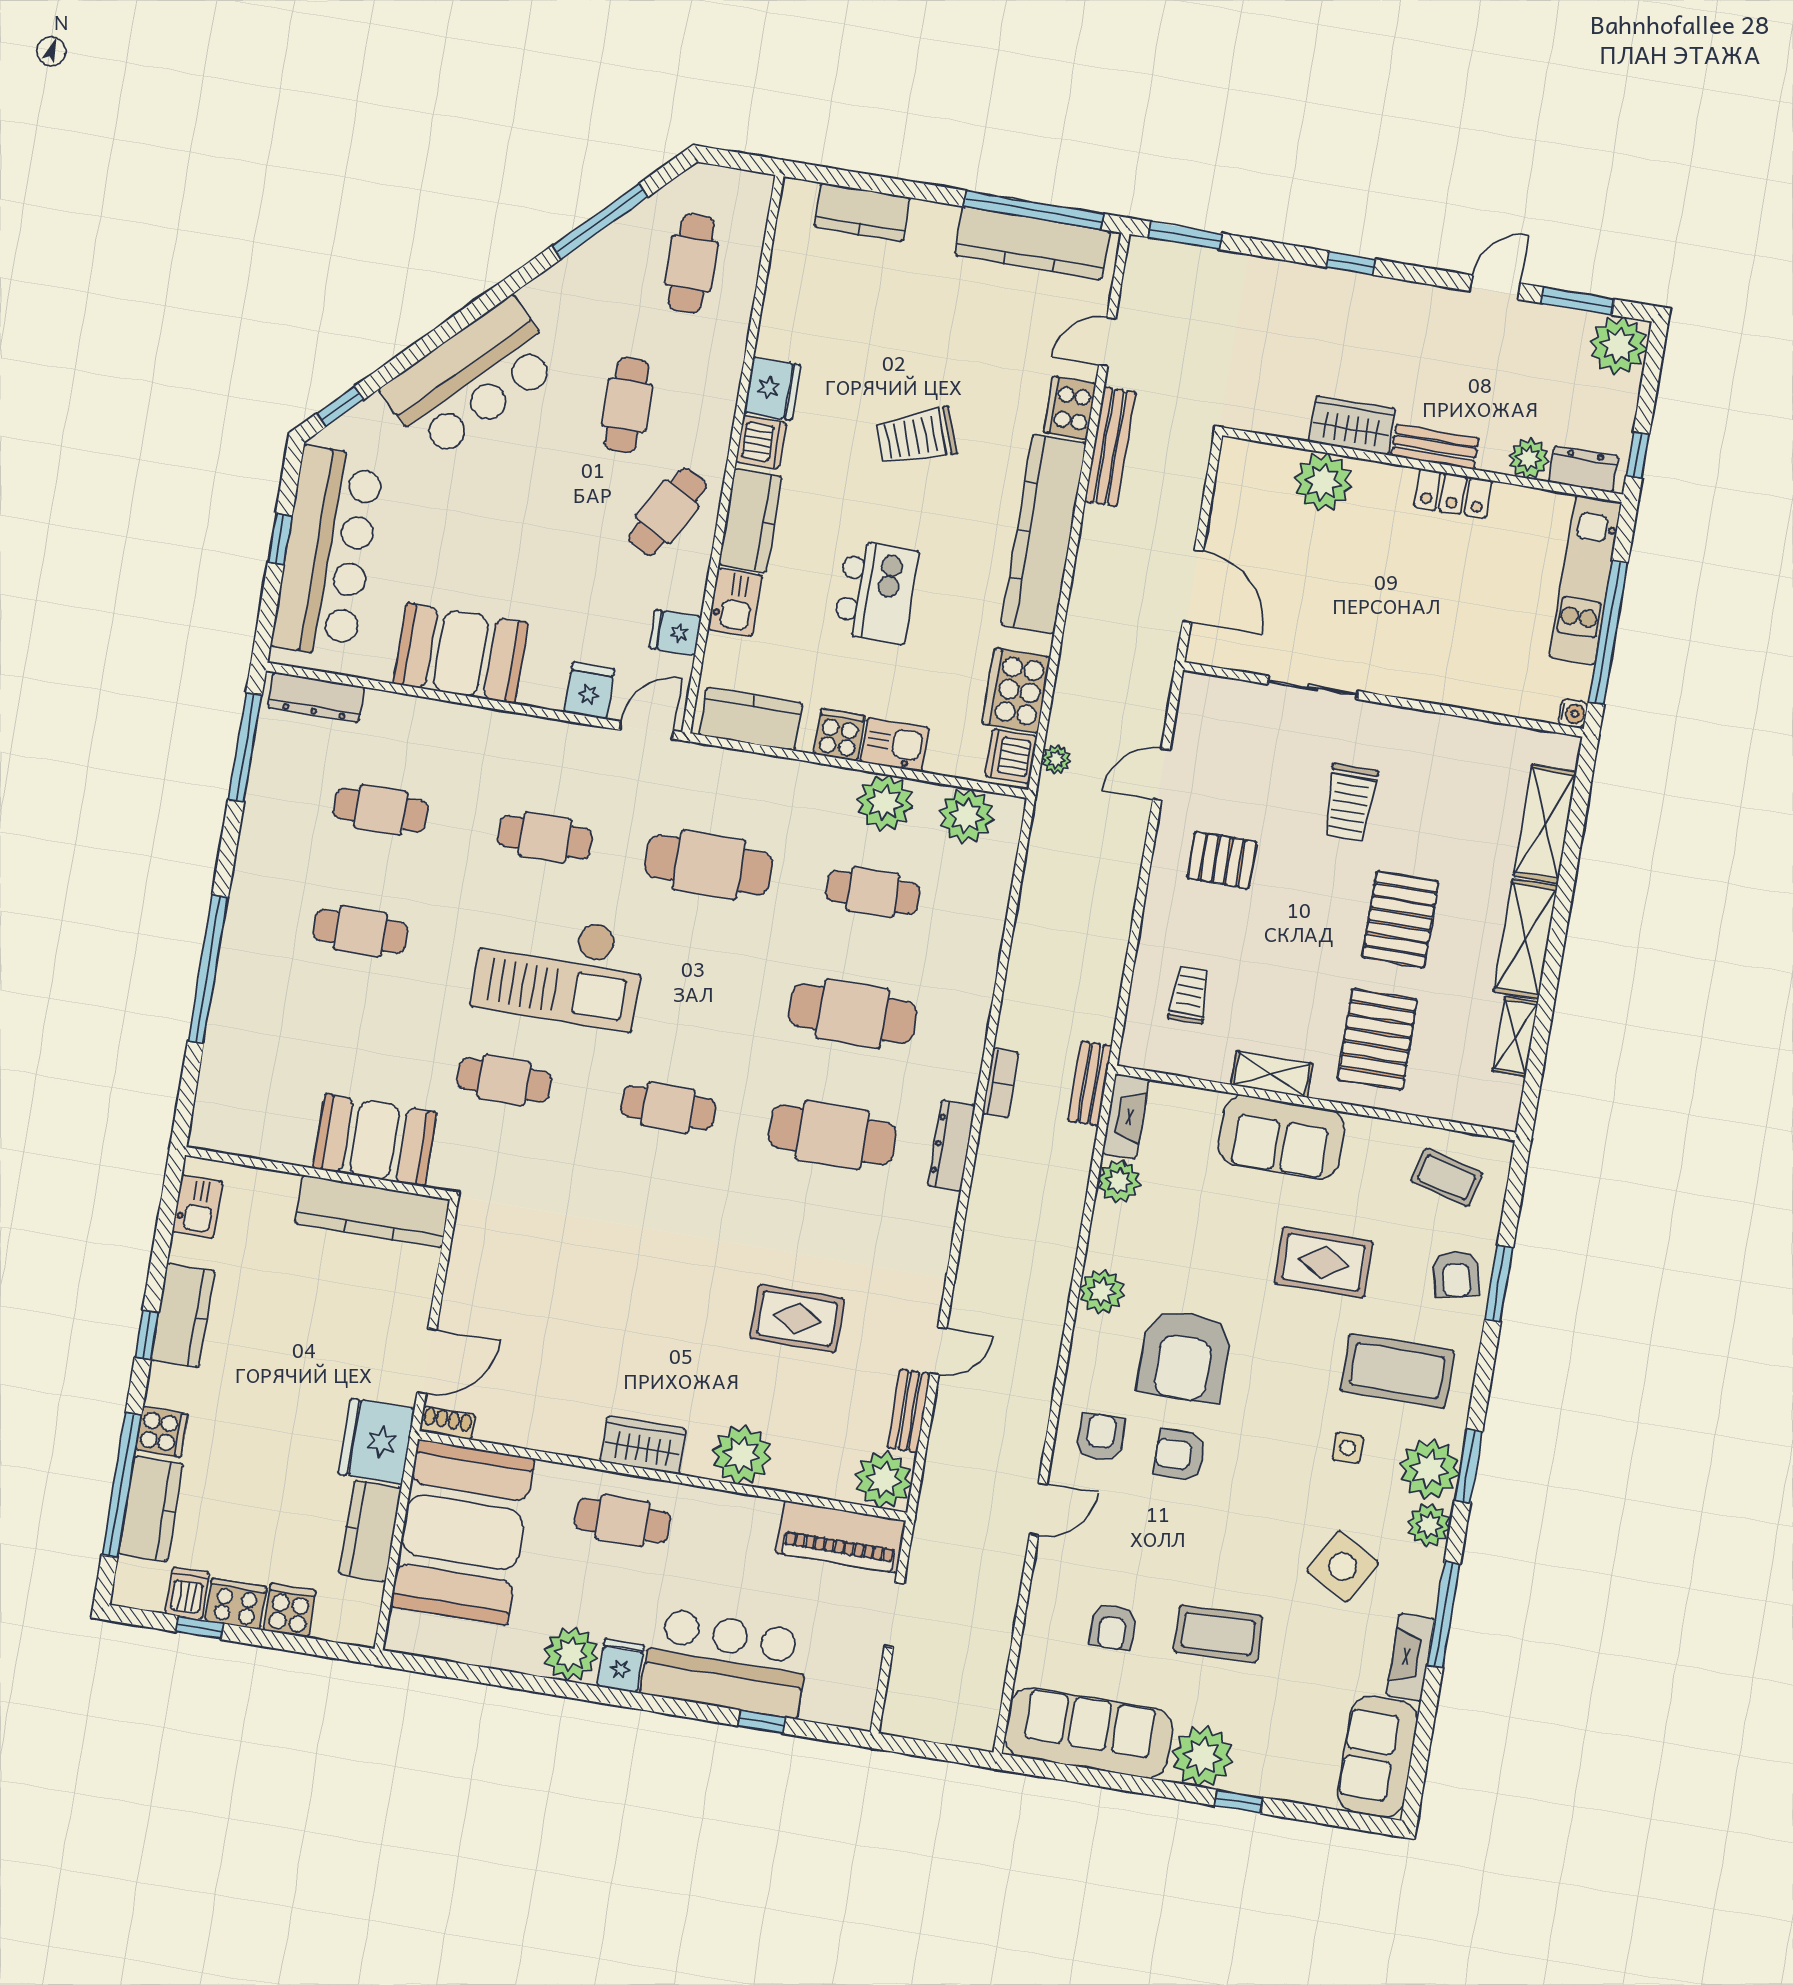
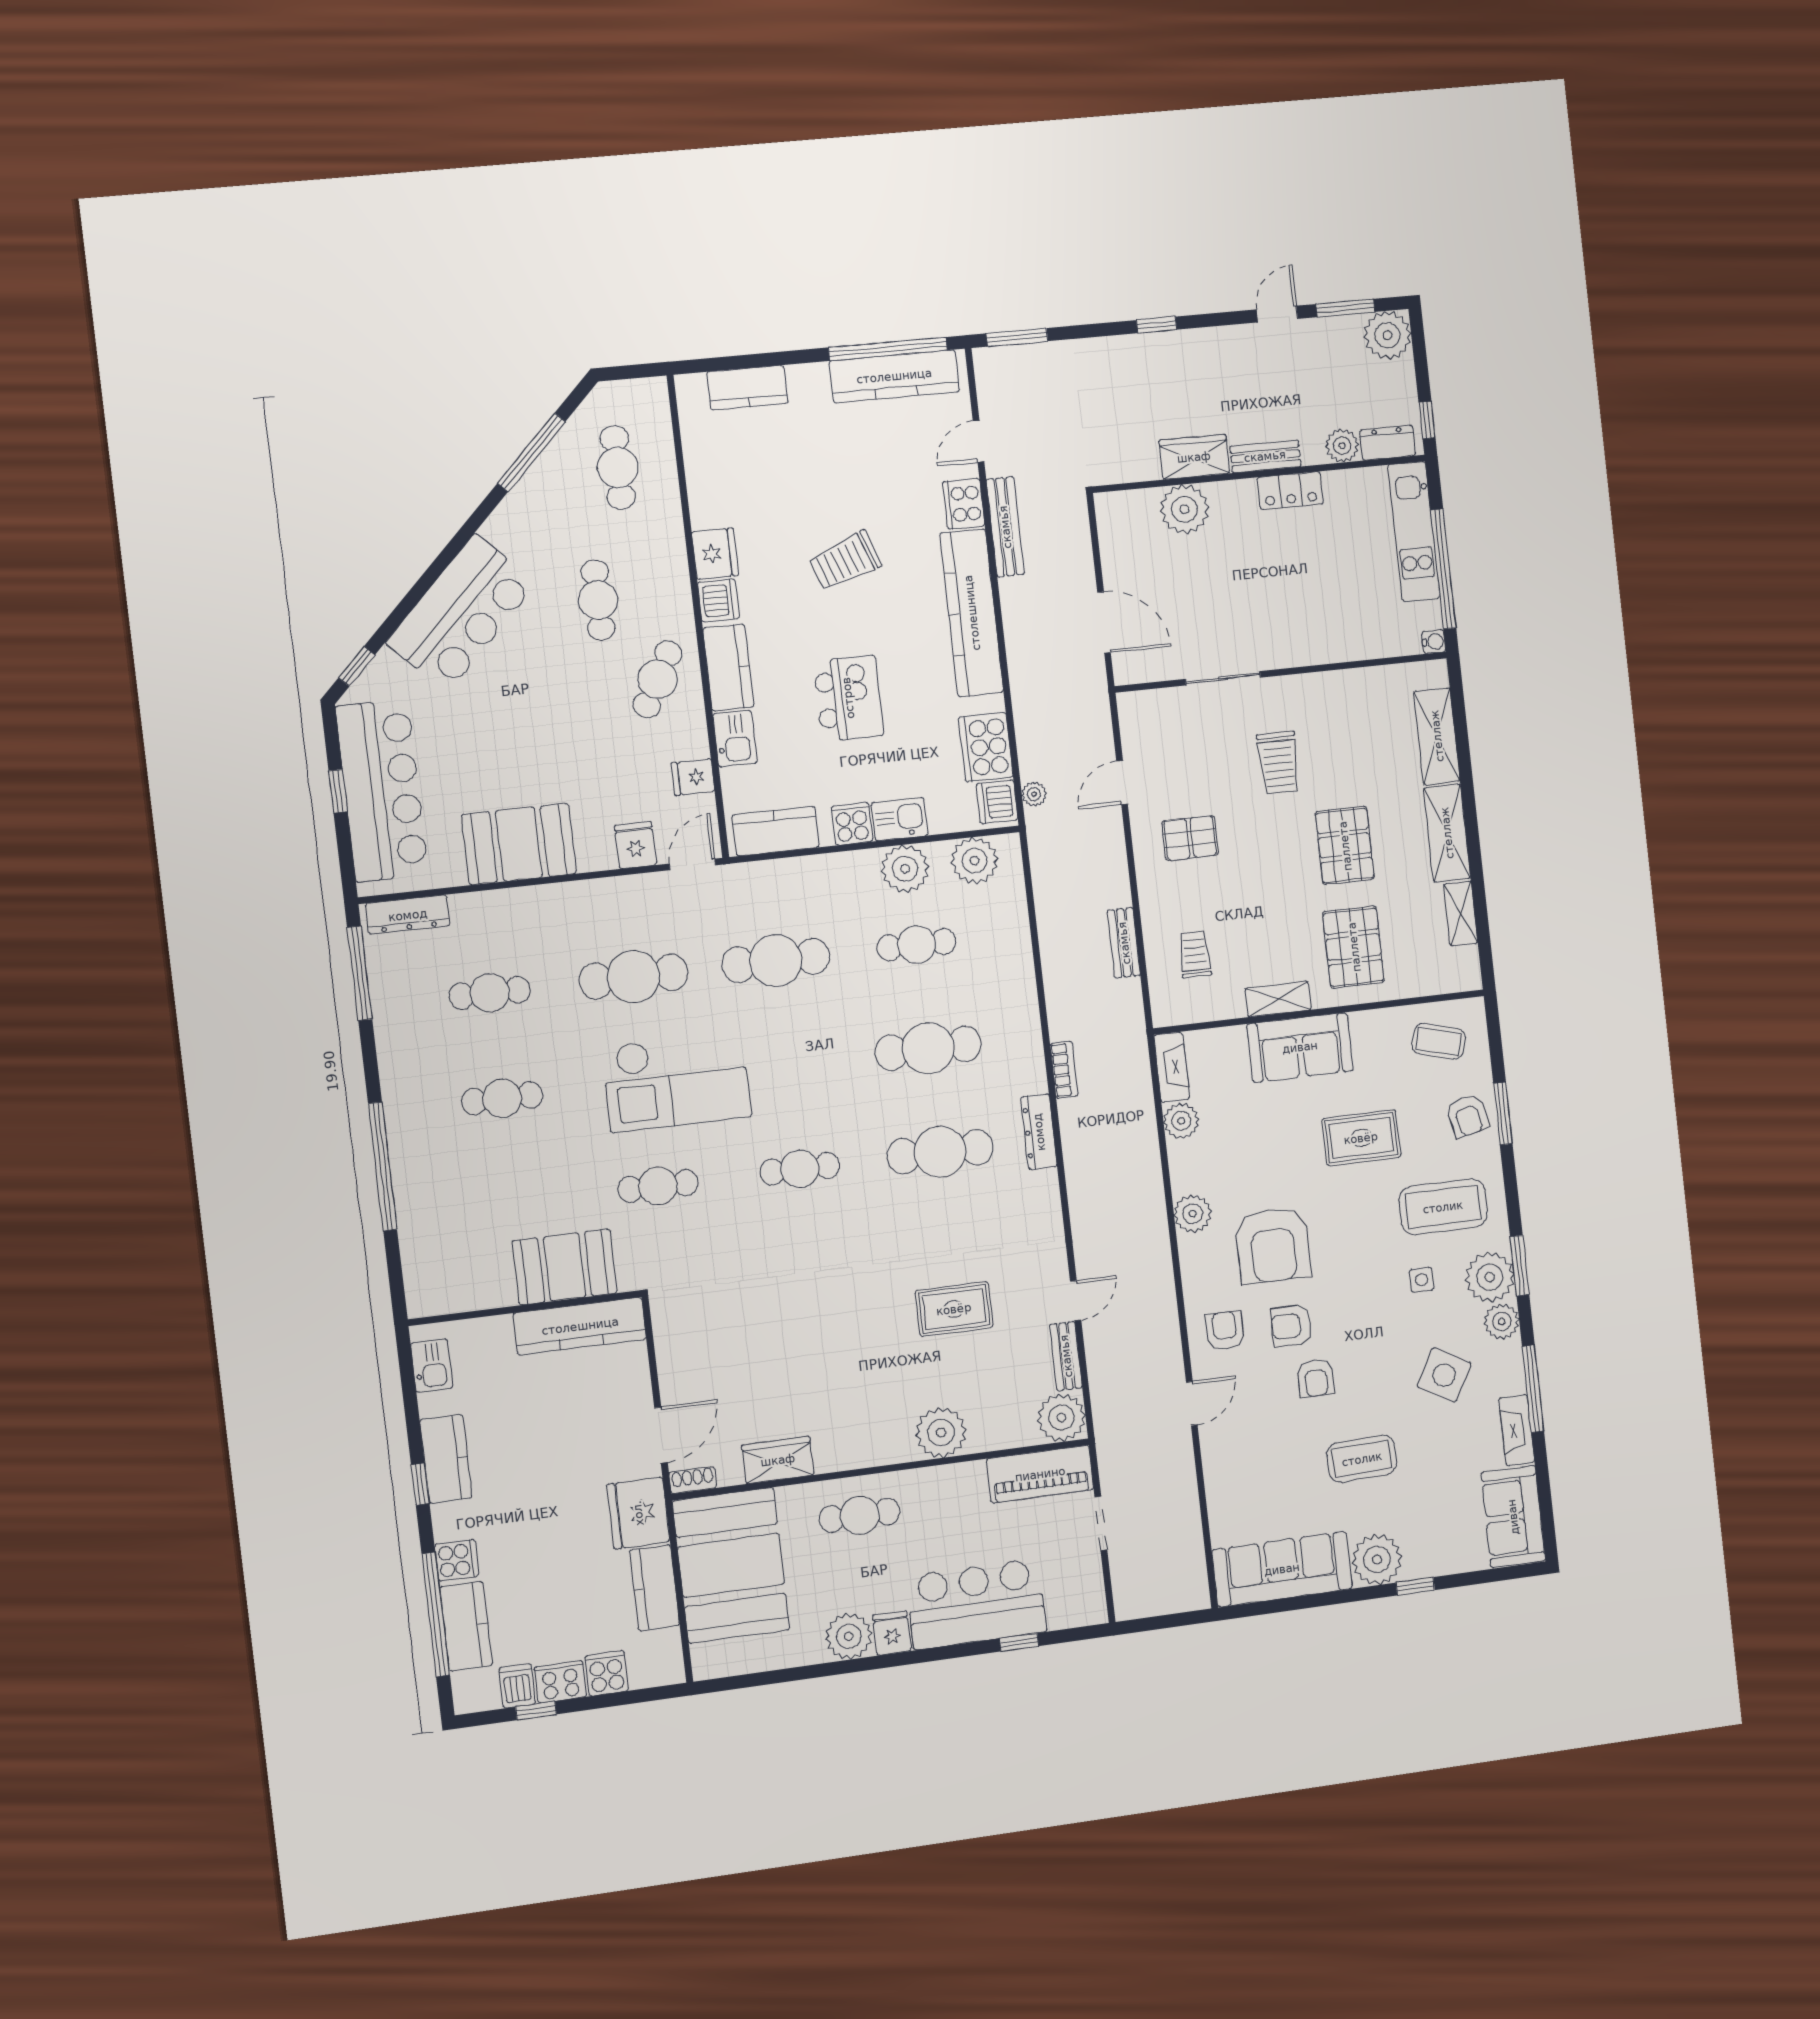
cafe table: (545, 837) -> (634, 977), width x1.37, depth x1.35
bench: (1090, 1083) -> (1124, 943), moved
wardrobe: (643, 1445) -> (778, 1460), moved
armchair: (1113, 1627) -> (1316, 1378), moved

